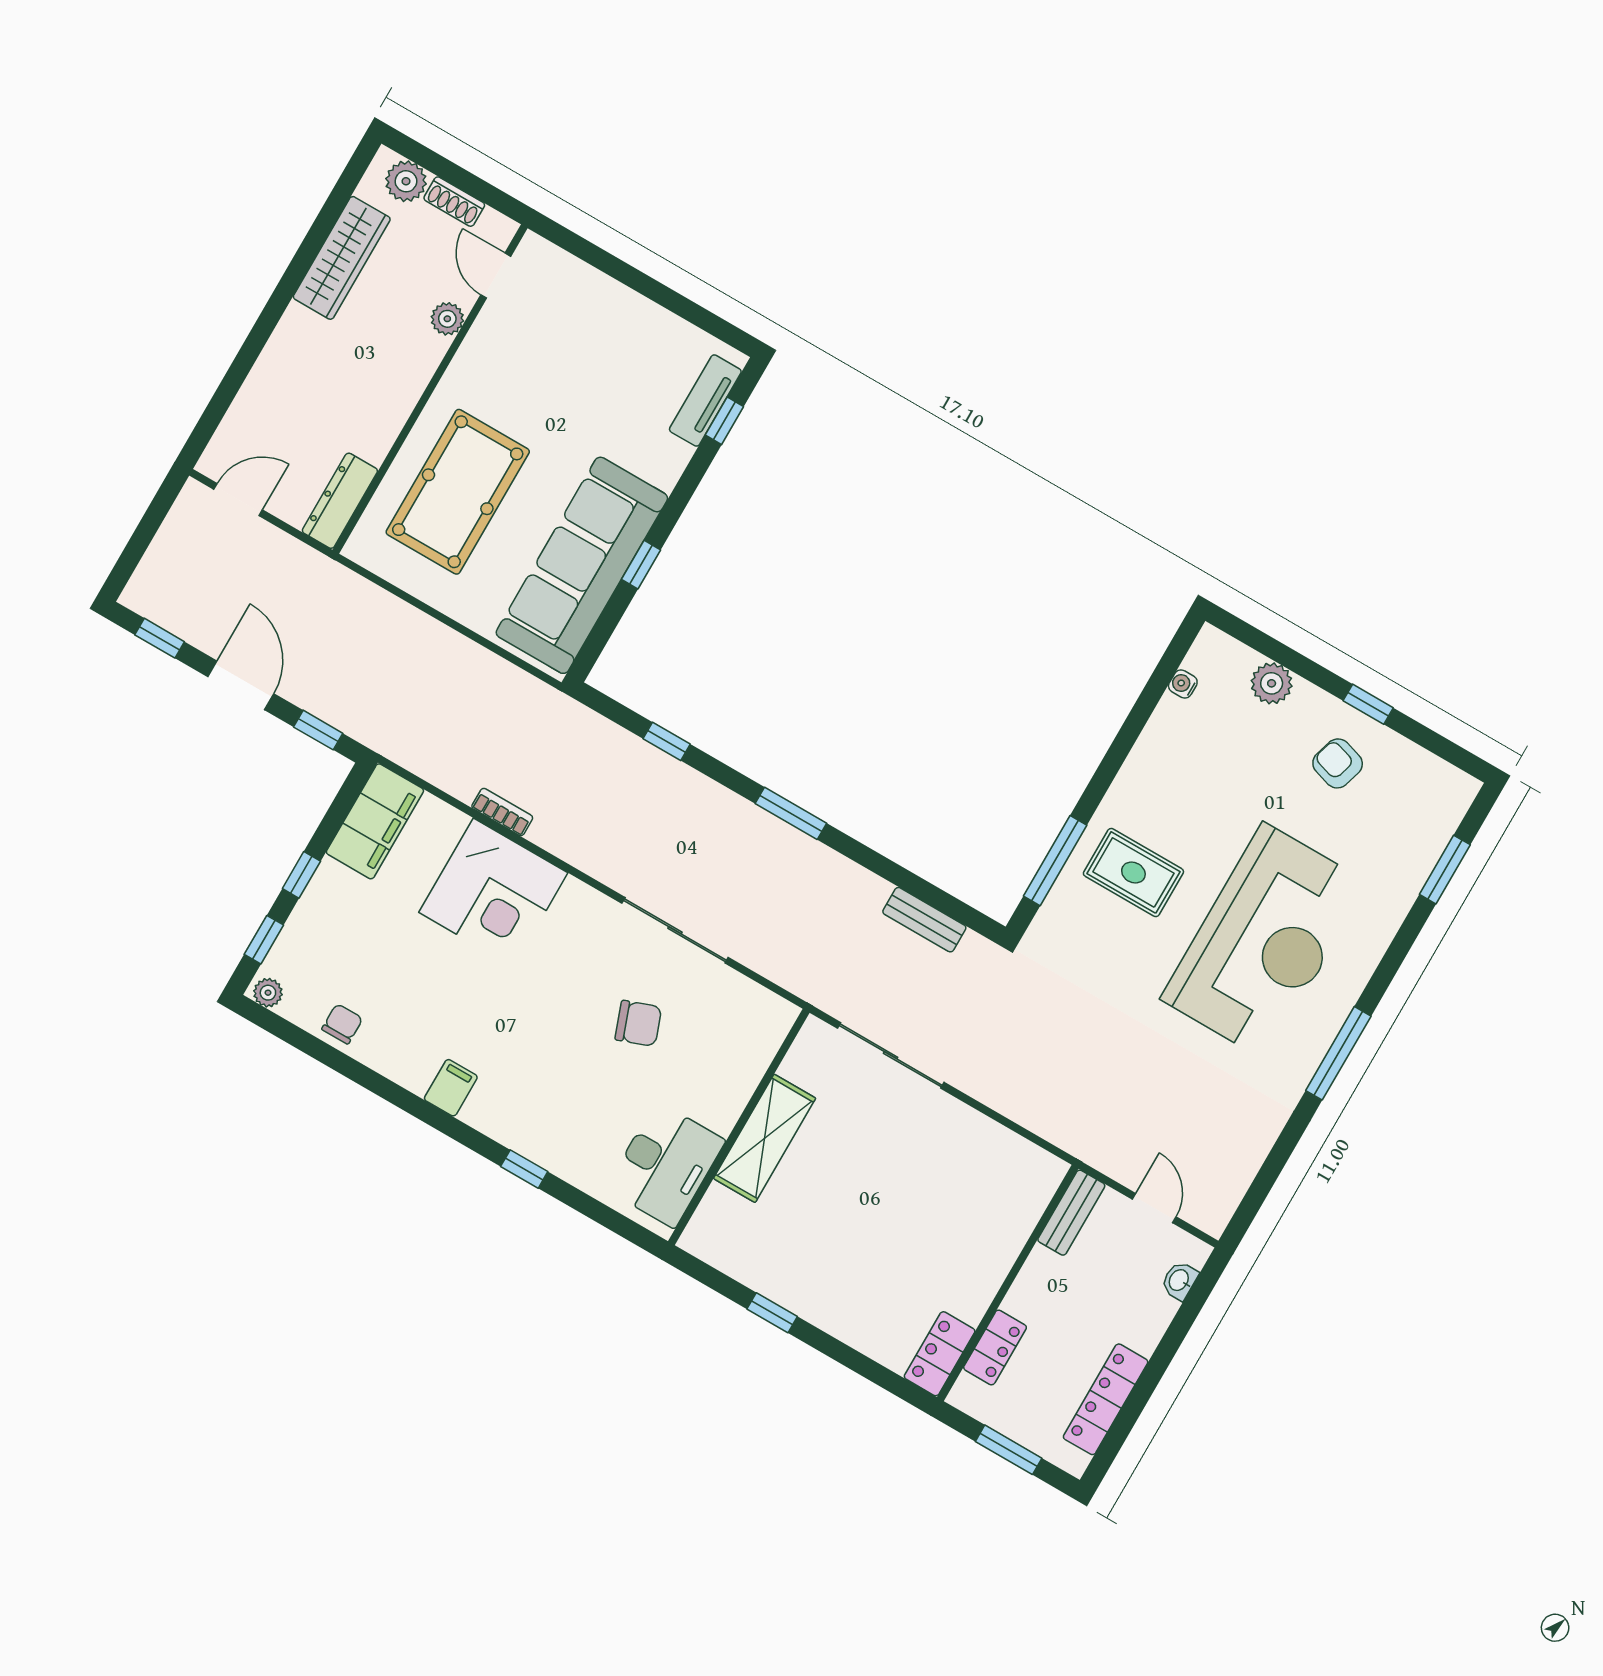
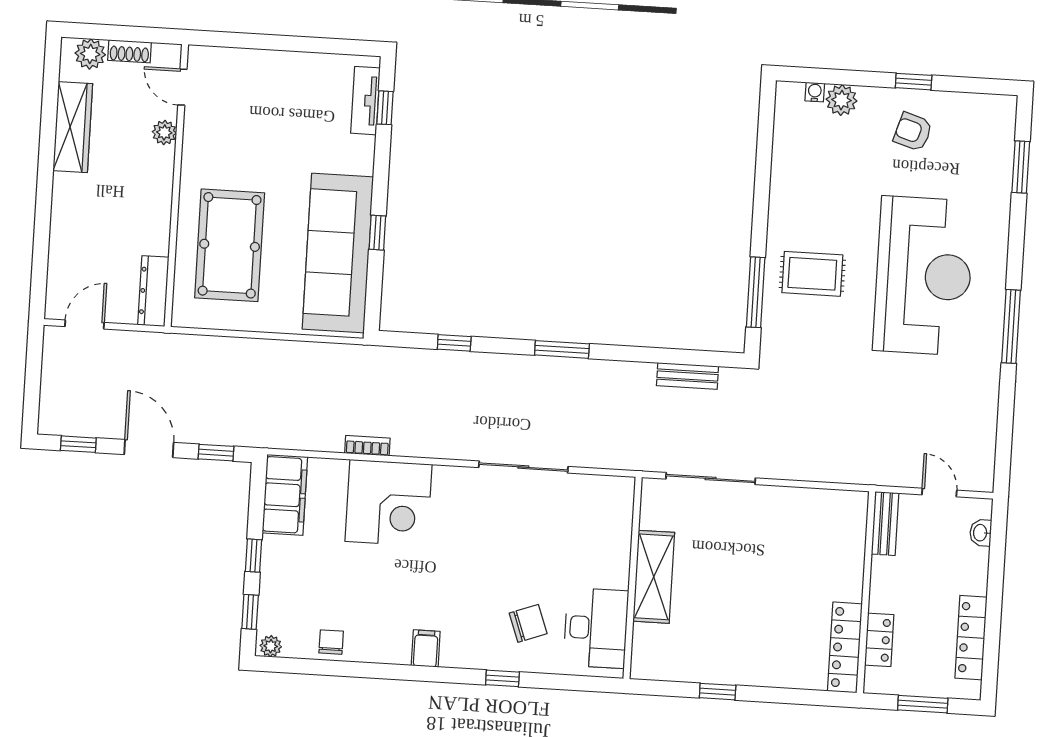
water cooler: (1183, 684) -> (815, 92), moved, turned 90
chair: (638, 1023) -> (528, 623), moved
locker: (940, 1354) -> (845, 647), width x1.53

